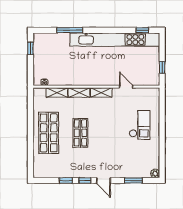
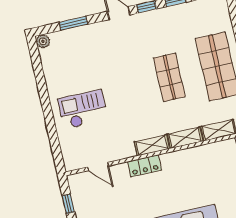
locker: (109, 81) -> (145, 166), added
door: (126, 87) -> (98, 167), moved
checkout: (140, 125) -> (83, 109), turned 90

